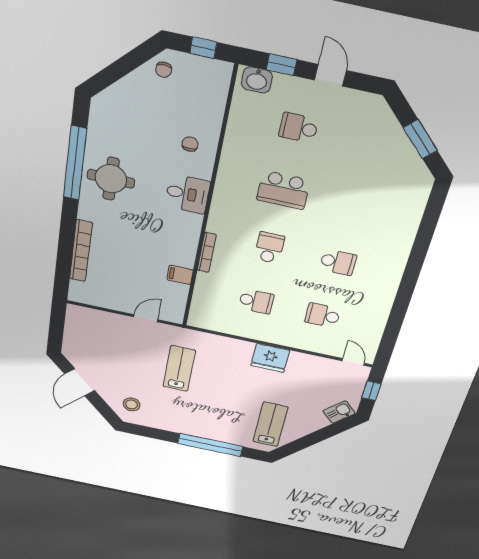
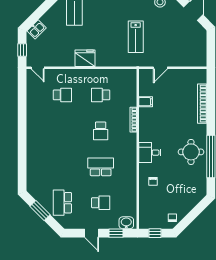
school desk: (338, 262) -> (62, 203), moved, width x1.85

